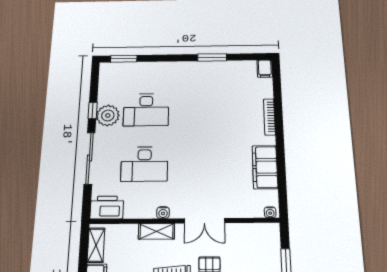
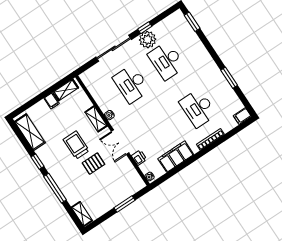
desk: (224, 109) -> (198, 108), added
printer: (107, 207) -> (139, 158), moved, width x0.53, depth x0.68

